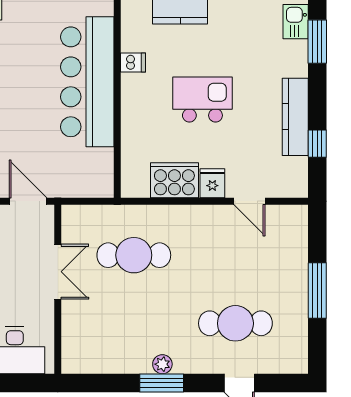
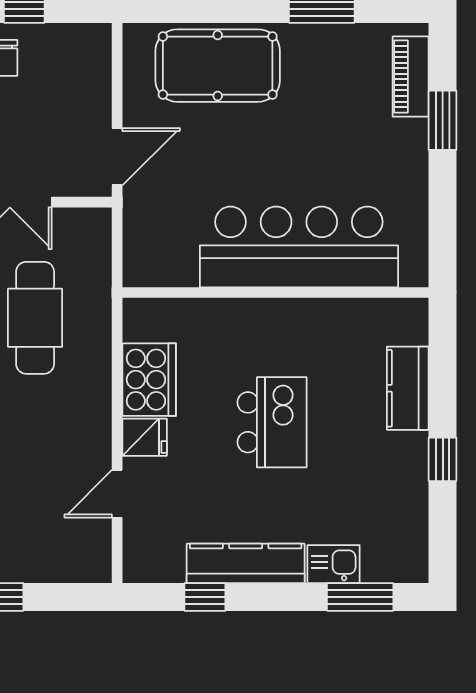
kitchen sink: (296, 22) -> (334, 564), moved
dishwasher: (133, 62) -> (328, 317), removed

